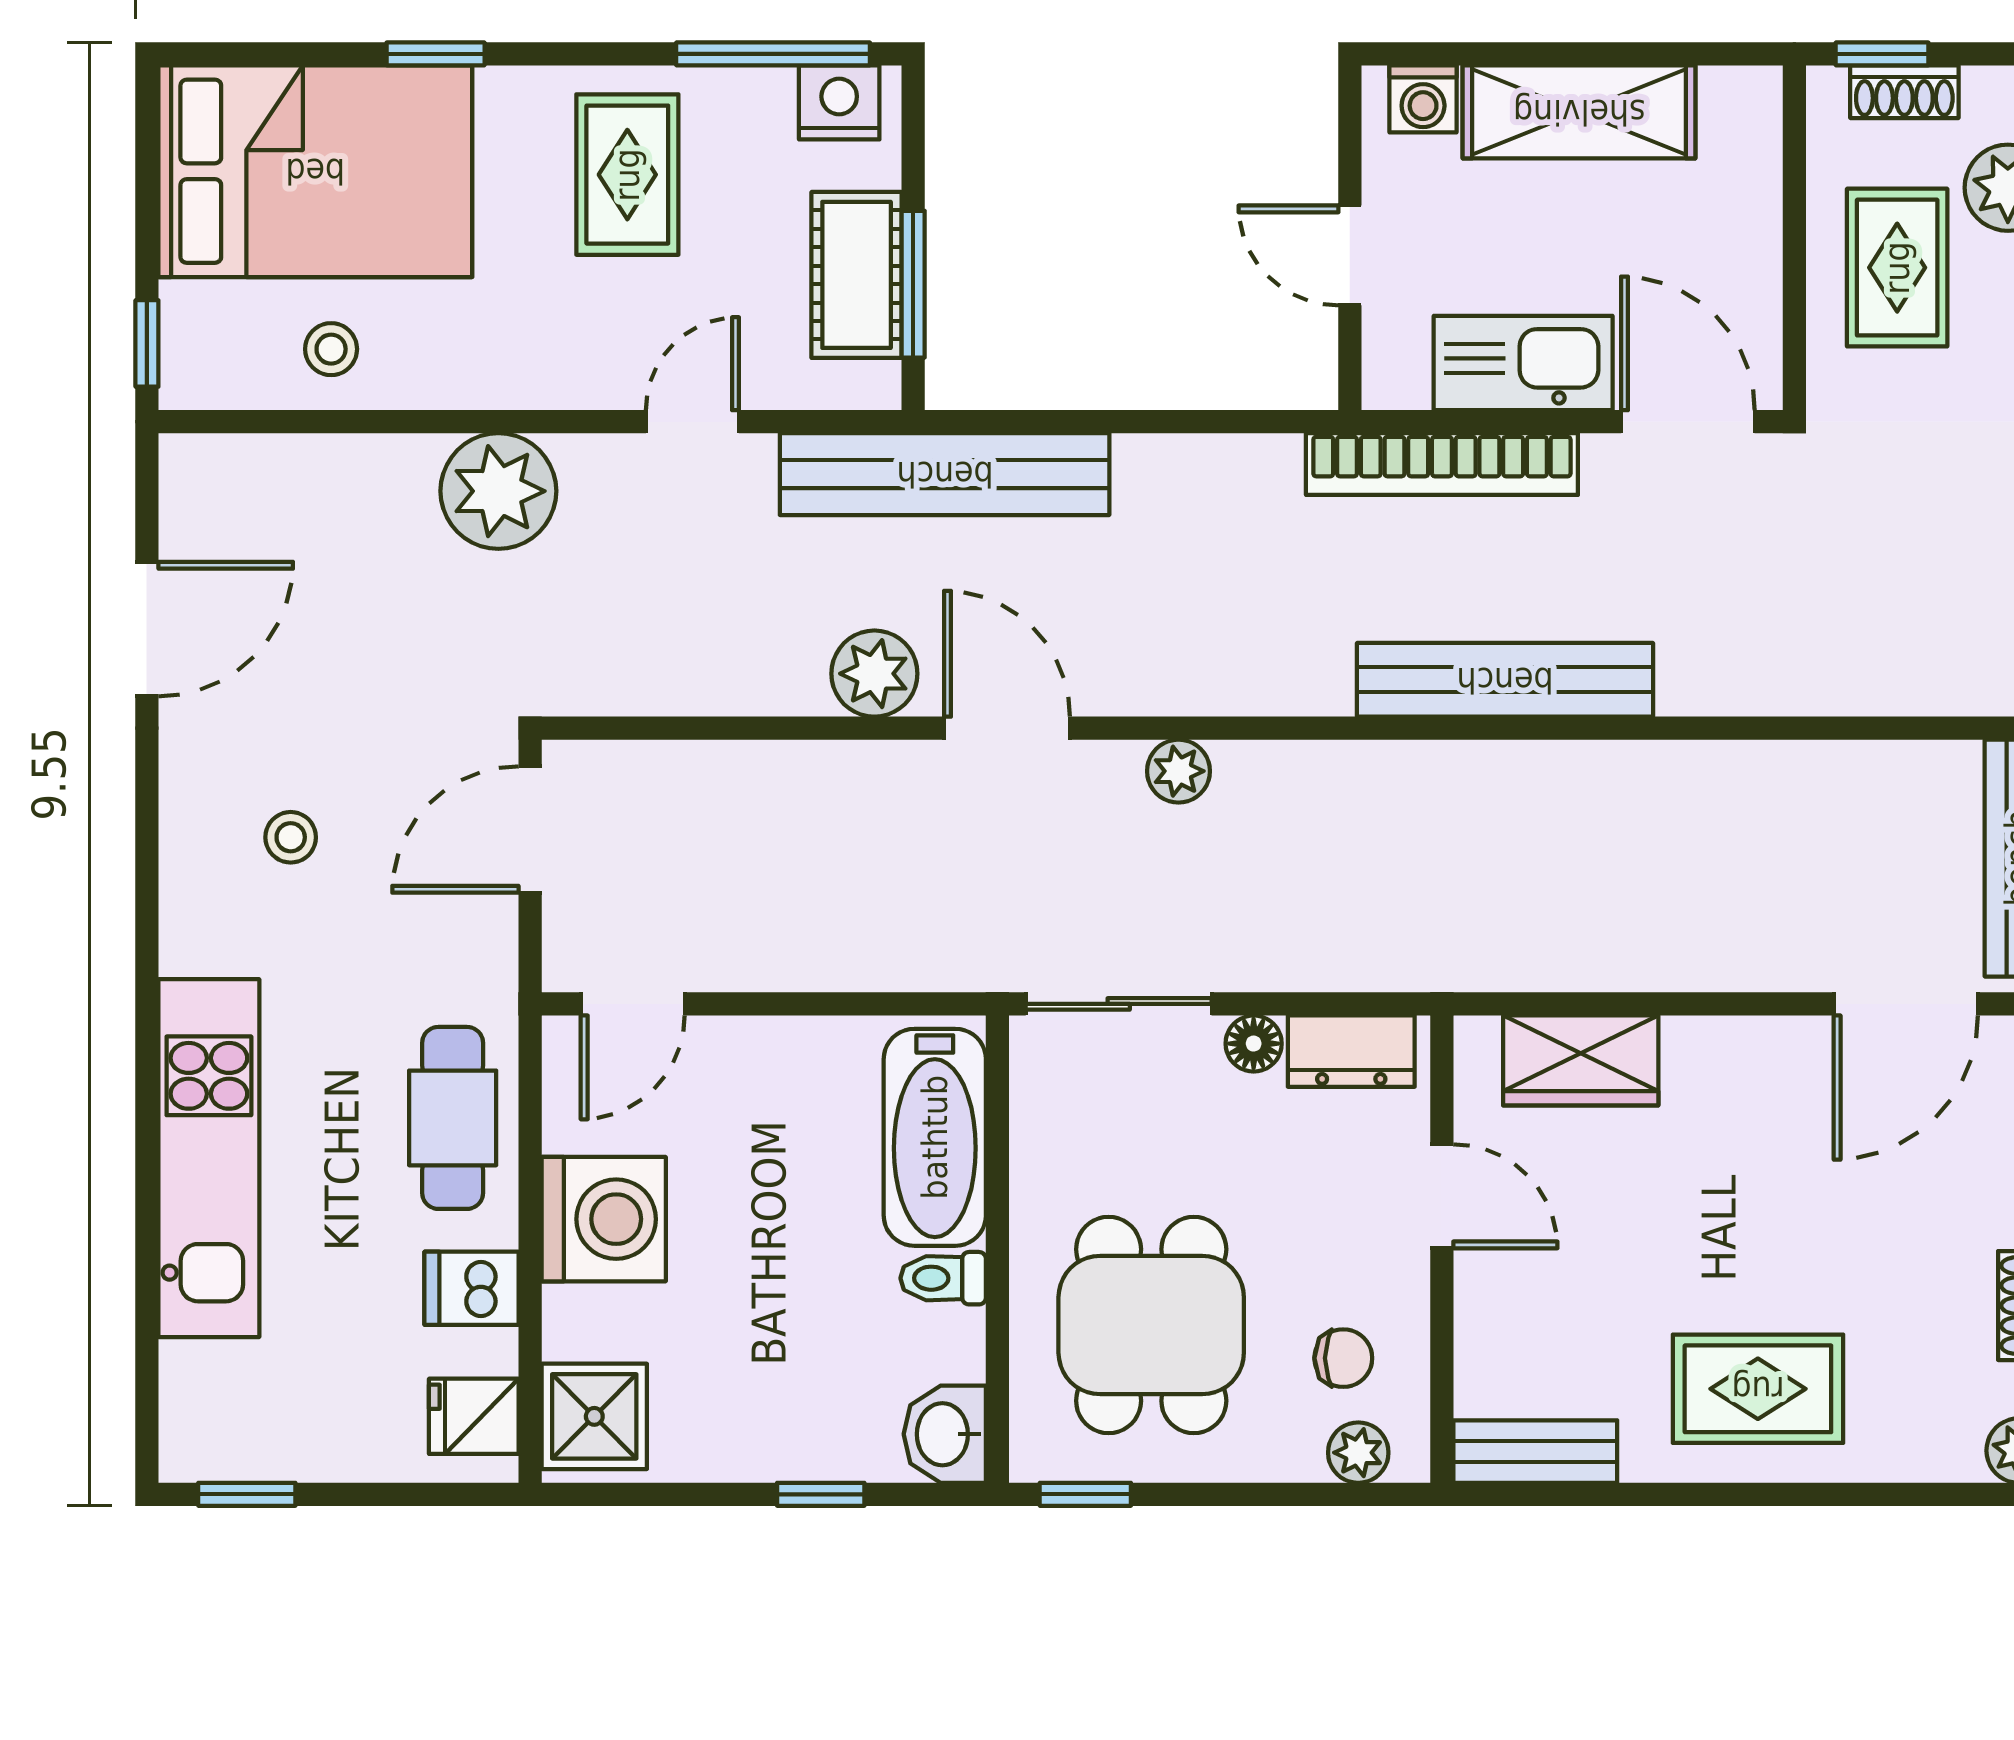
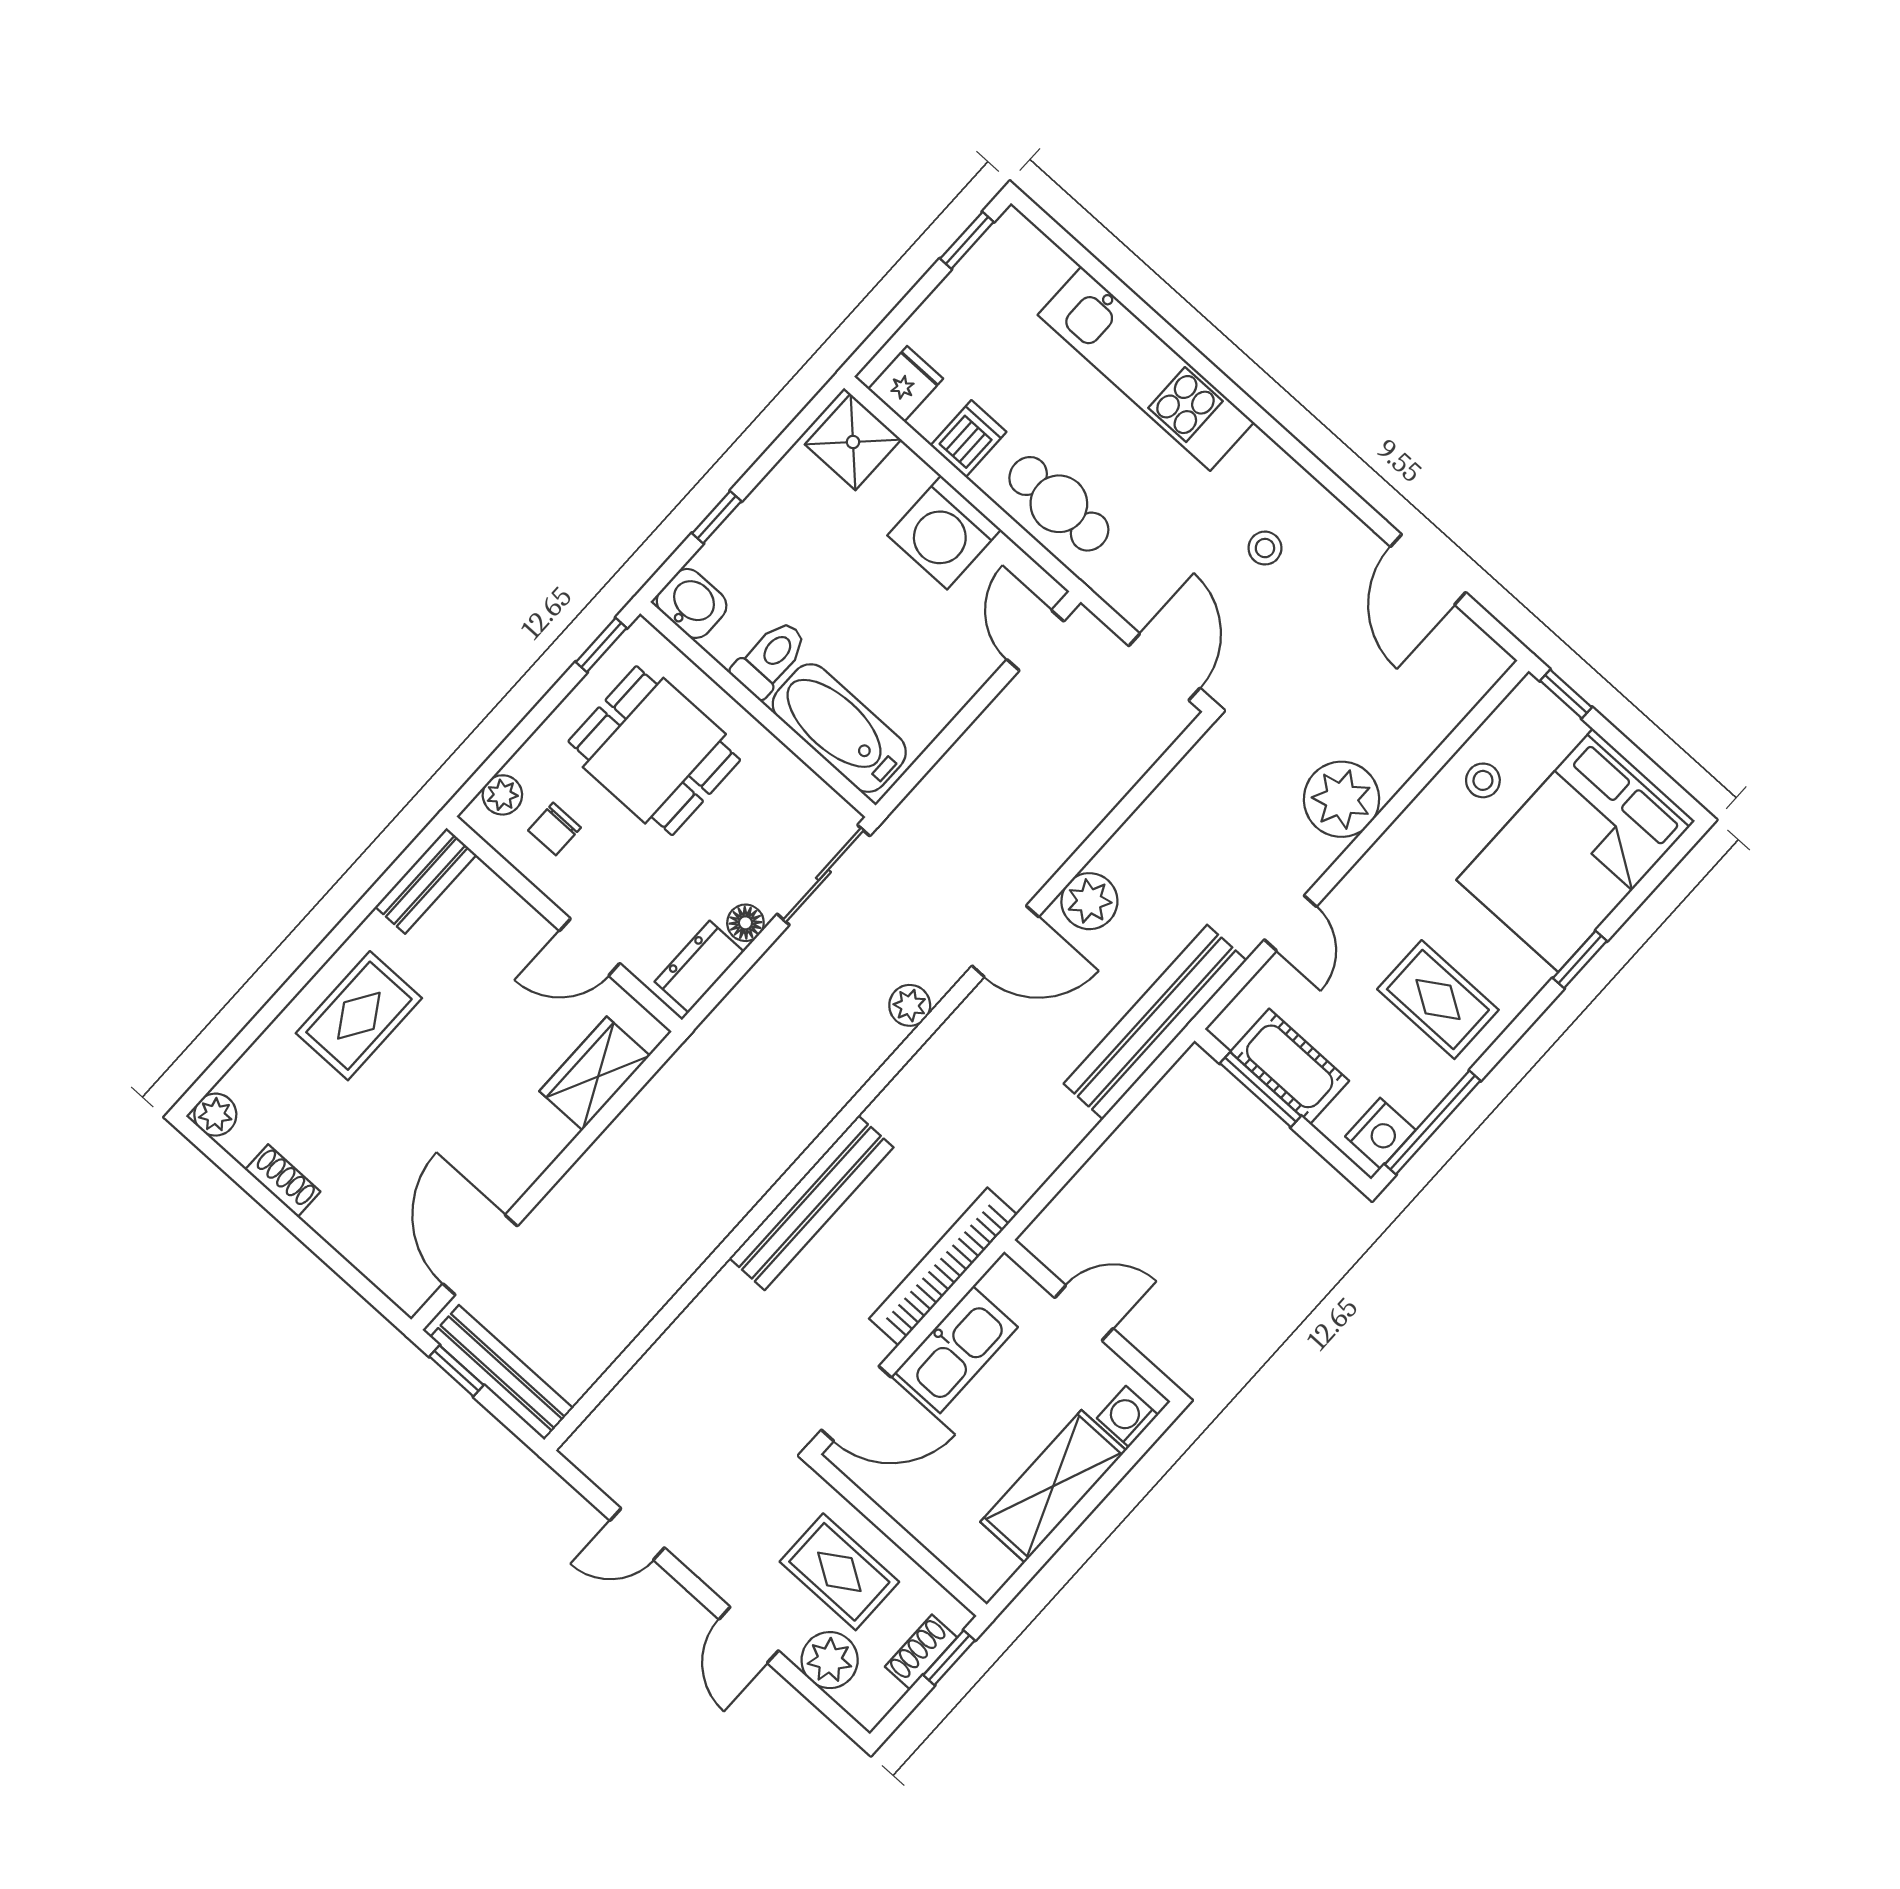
toilet: (943, 1278) -> (770, 658), width x1.37, depth x1.39

